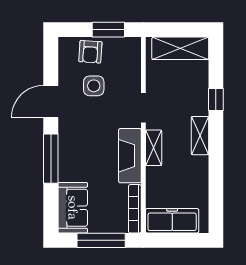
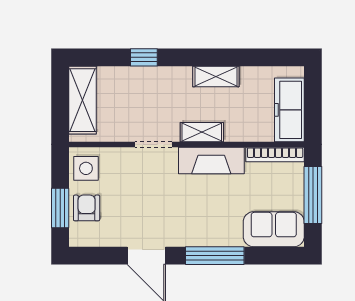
window: (108, 30) -> (60, 208), moved
armchair: (90, 52) -> (87, 208), turned -94
side table: (94, 86) -> (86, 168), moved
shelving: (200, 136) -> (216, 76), moved

